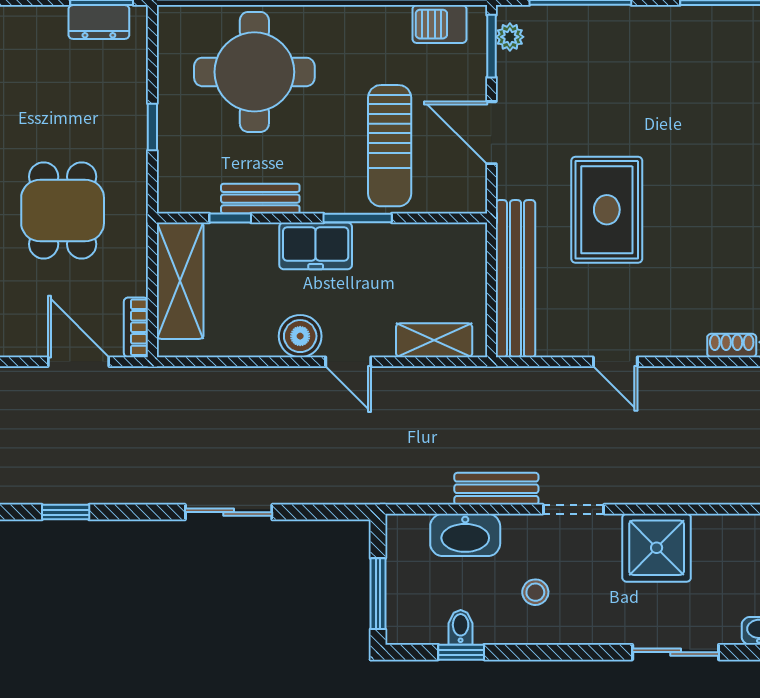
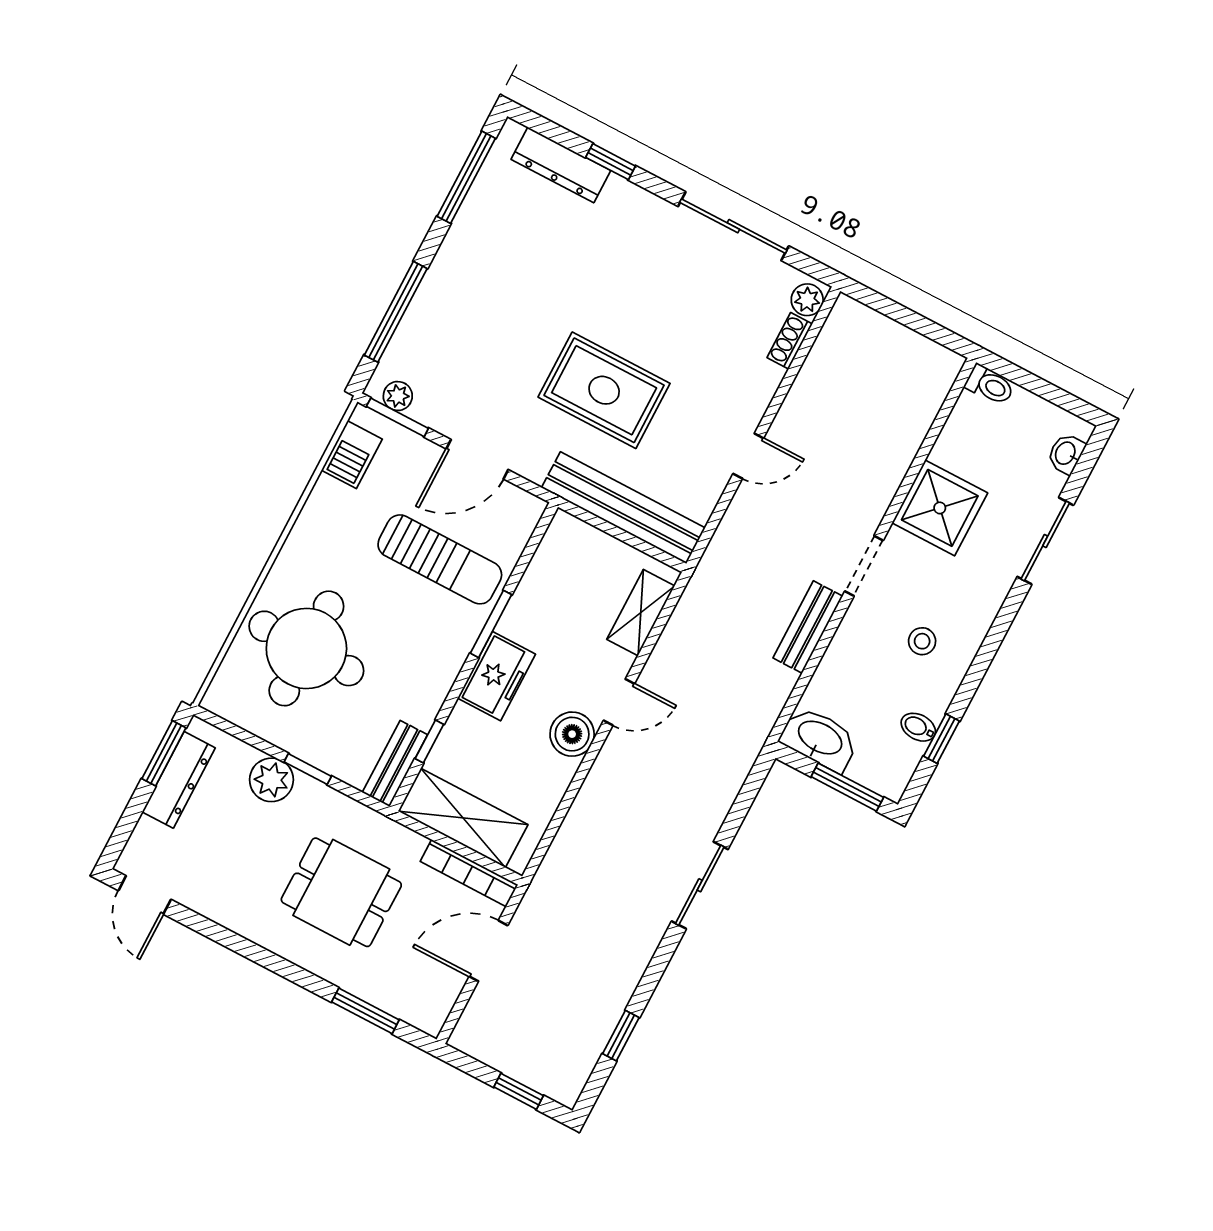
dresser: (99, 22) -> (179, 780), width x1.44
plant: (127, 101) -> (271, 780), added
bench: (260, 199) -> (395, 764), moved
bookcase: (136, 327) -> (469, 873), width x1.56
washbasin: (465, 535) -> (820, 739), moved, turned -90

